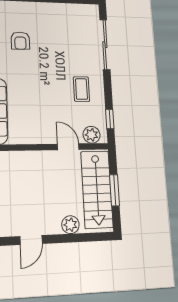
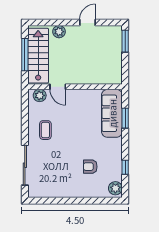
armchair: (20, 41) -> (90, 167), turned -90
window: (110, 119) -> (25, 107), removed
window: (115, 190) -> (25, 55), width x1.44

